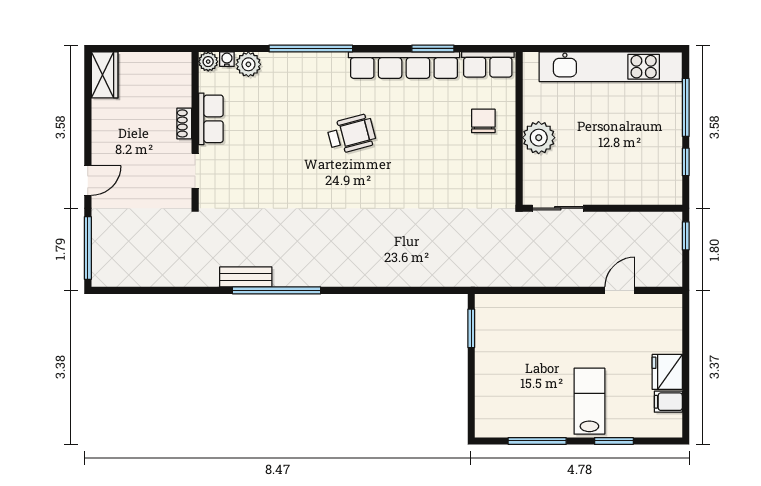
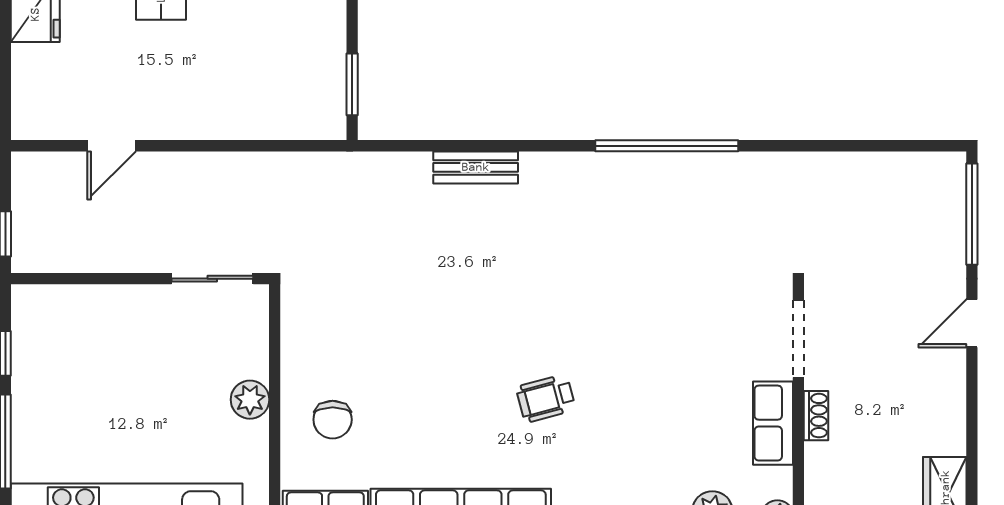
wheelchair: (351, 134) -> (546, 398), width x0.73, depth x0.73
plant: (539, 138) -> (250, 400), width x0.73, depth x0.73
doorway: (195, 171) -> (798, 339), width x1.38
bench: (246, 277) -> (476, 167), moved

